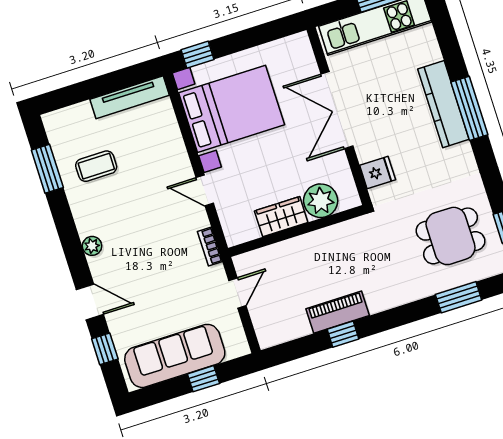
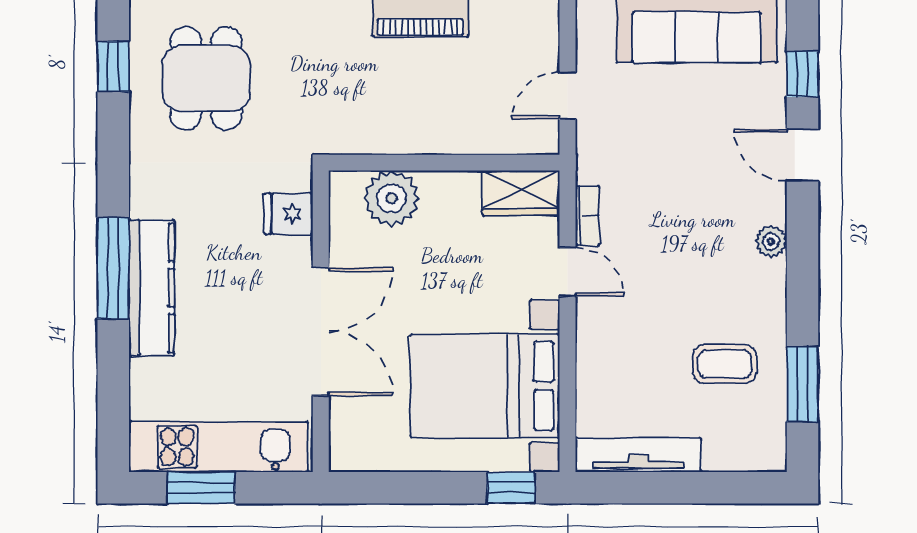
wardrobe: (281, 217) -> (521, 193), moved
dining table: (451, 236) -> (206, 78), turned 90
bookcase: (210, 247) -> (587, 216), moved

